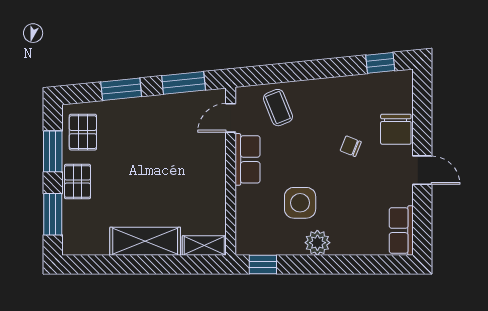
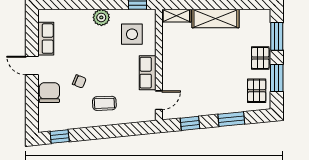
window: (184, 83) -> (190, 123), width x0.67
coffee table: (278, 108) -> (104, 103), moved, turned -70
side table: (300, 203) -> (132, 34), moved
row of seats: (401, 230) -> (46, 39), moved

